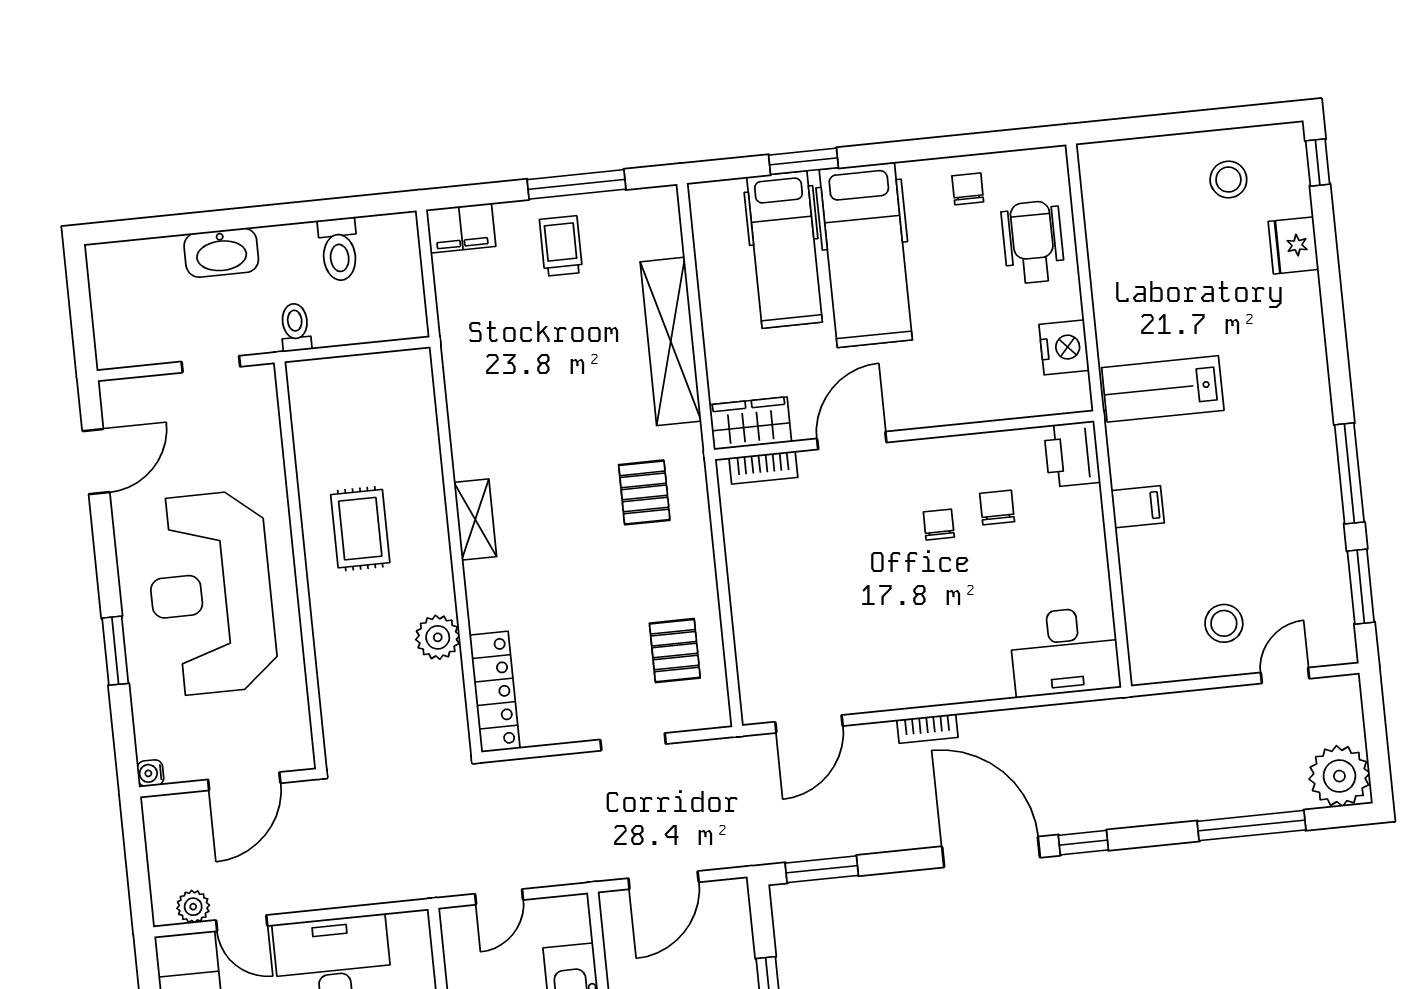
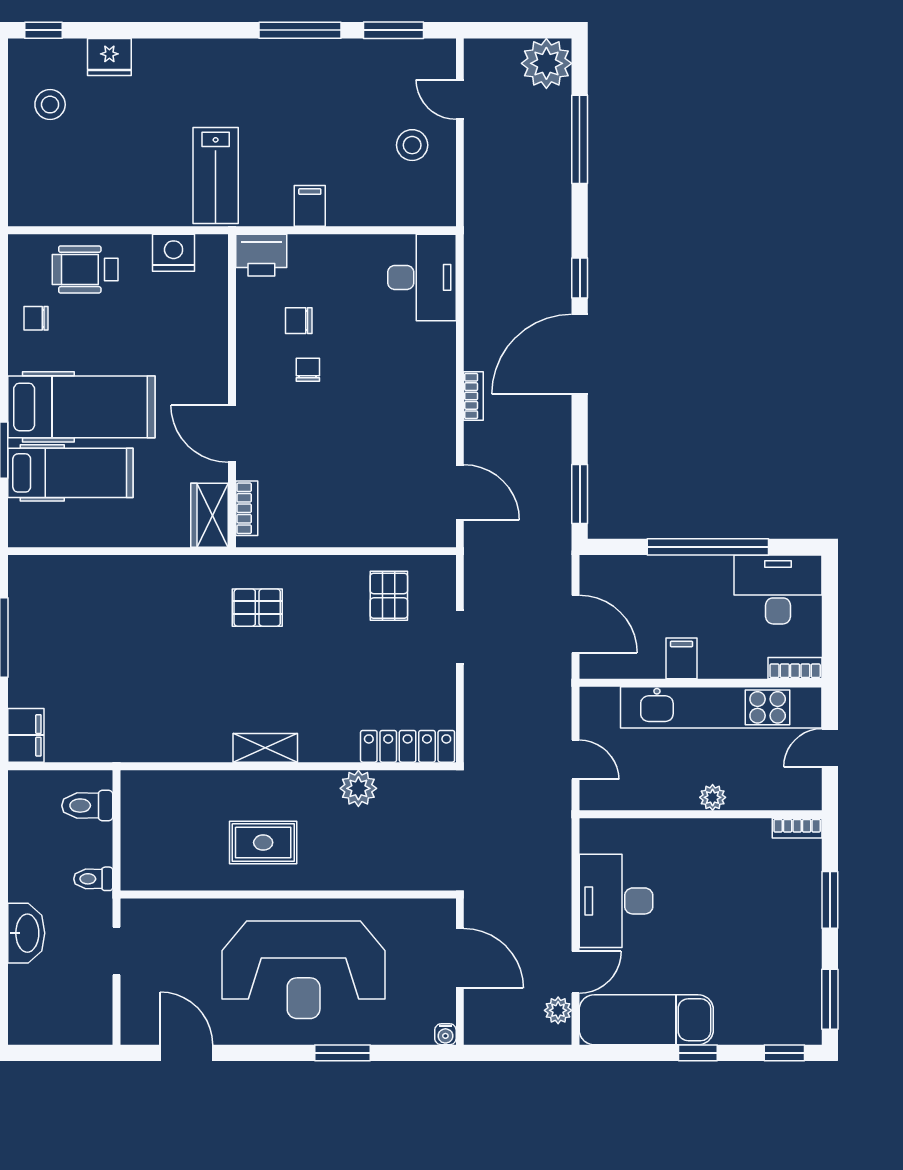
trolley: (561, 246) -> (49, 655), removed
toilet: (339, 249) -> (87, 806), moved, turned 180
shelving: (671, 341) -> (136, 573), removed
chair: (939, 525) -> (308, 370), turned 90
pallet: (675, 651) -> (389, 596), turned 90

